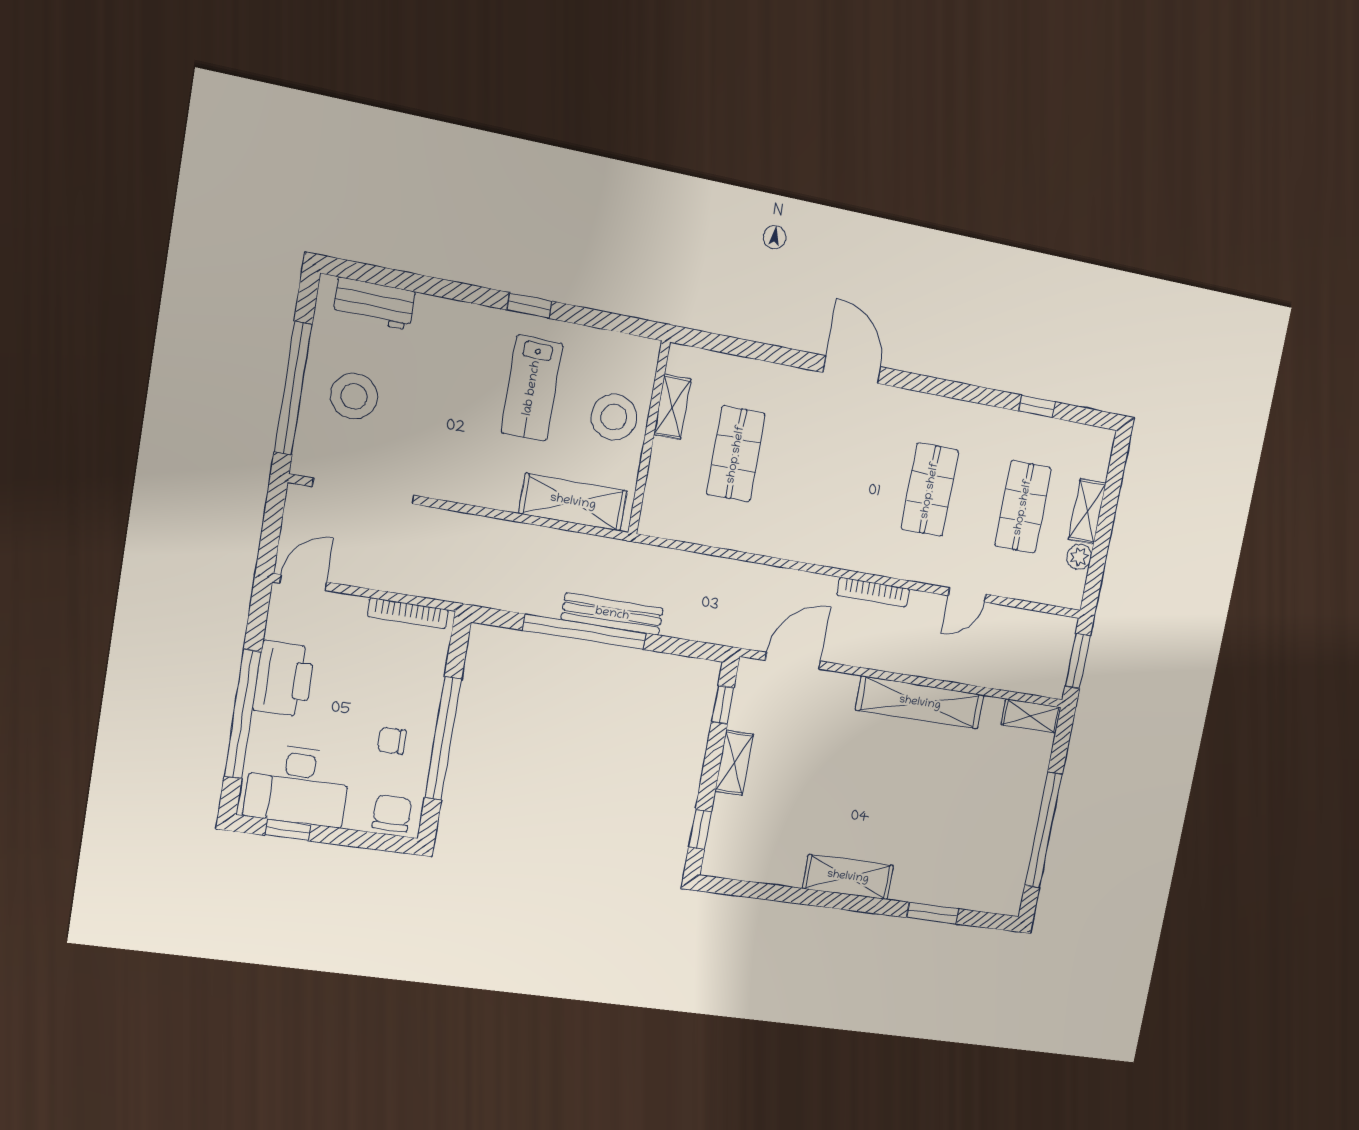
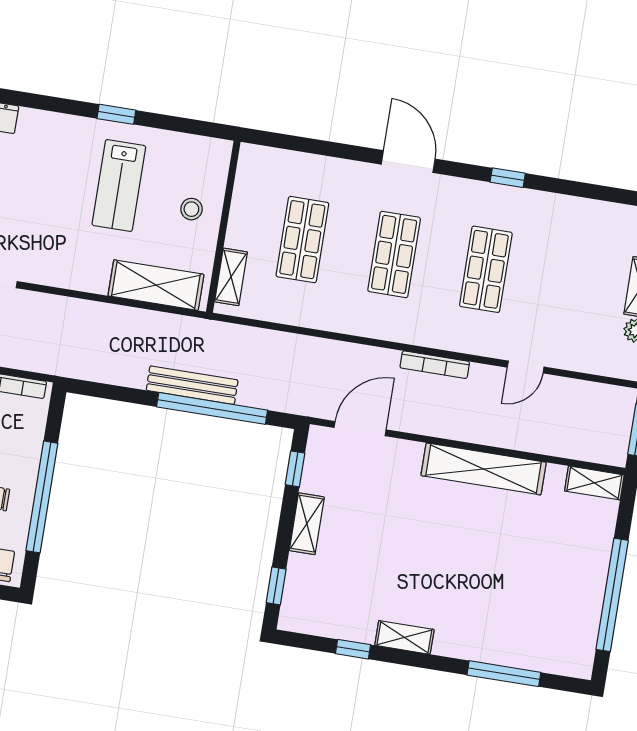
window: (1037, 406) -> (508, 178), moved
shelving: (672, 407) -> (231, 277), moved
stool: (614, 417) -> (191, 209), width x0.53, depth x0.53
shop shelf: (1023, 507) -> (394, 254), moved
window: (584, 632) -> (212, 408), moved
shelving: (848, 877) -> (404, 637), width x0.67, depth x0.75
window: (780, 893) -> (353, 649), added
window: (933, 913) -> (504, 674), width x1.44

